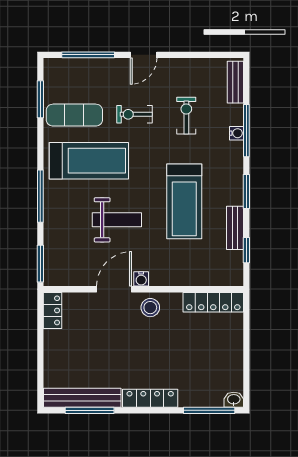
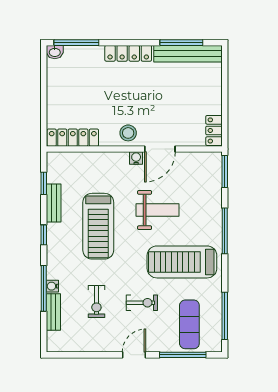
bench: (235, 82) -> (53, 312), moved
window: (40, 99) -> (225, 316), width x1.44
exercise mat: (74, 115) -> (189, 324), moved, turned 90
window: (246, 192) -> (44, 235), width x0.67
treadmill: (184, 201) -> (98, 226), turned 180
weight bench: (117, 220) -> (157, 210), turned 180

